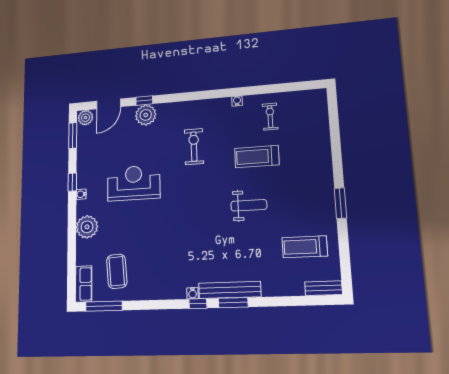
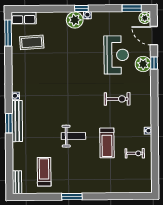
treadmill: (257, 157) -> (107, 143), turned 180
window: (72, 182) -> (81, 8), moved
reception desk: (134, 183) -> (116, 55), moved
weight bench: (249, 205) -> (73, 136), turned -90
plant: (87, 227) -> (75, 20), moved
window: (198, 304) -> (9, 99), removed

